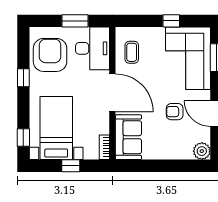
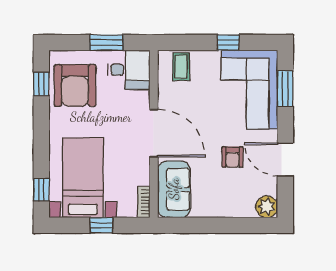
desk: (93, 48) -> (129, 70), width x0.73
coffee table: (132, 52) -> (181, 67), moved
armchair: (50, 55) -> (75, 85), turned 180
window: (23, 78) -> (41, 84), moved
armchair: (175, 112) -> (232, 157), turned -90

